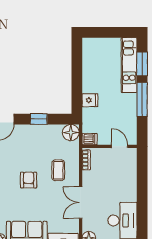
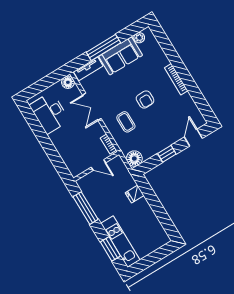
window: (142, 99) -> (85, 208), moved
dishwasher: (90, 139) -> (116, 163), removed
door: (120, 146) -> (98, 165), moved
double door: (81, 203) -> (92, 107), swing flipped

